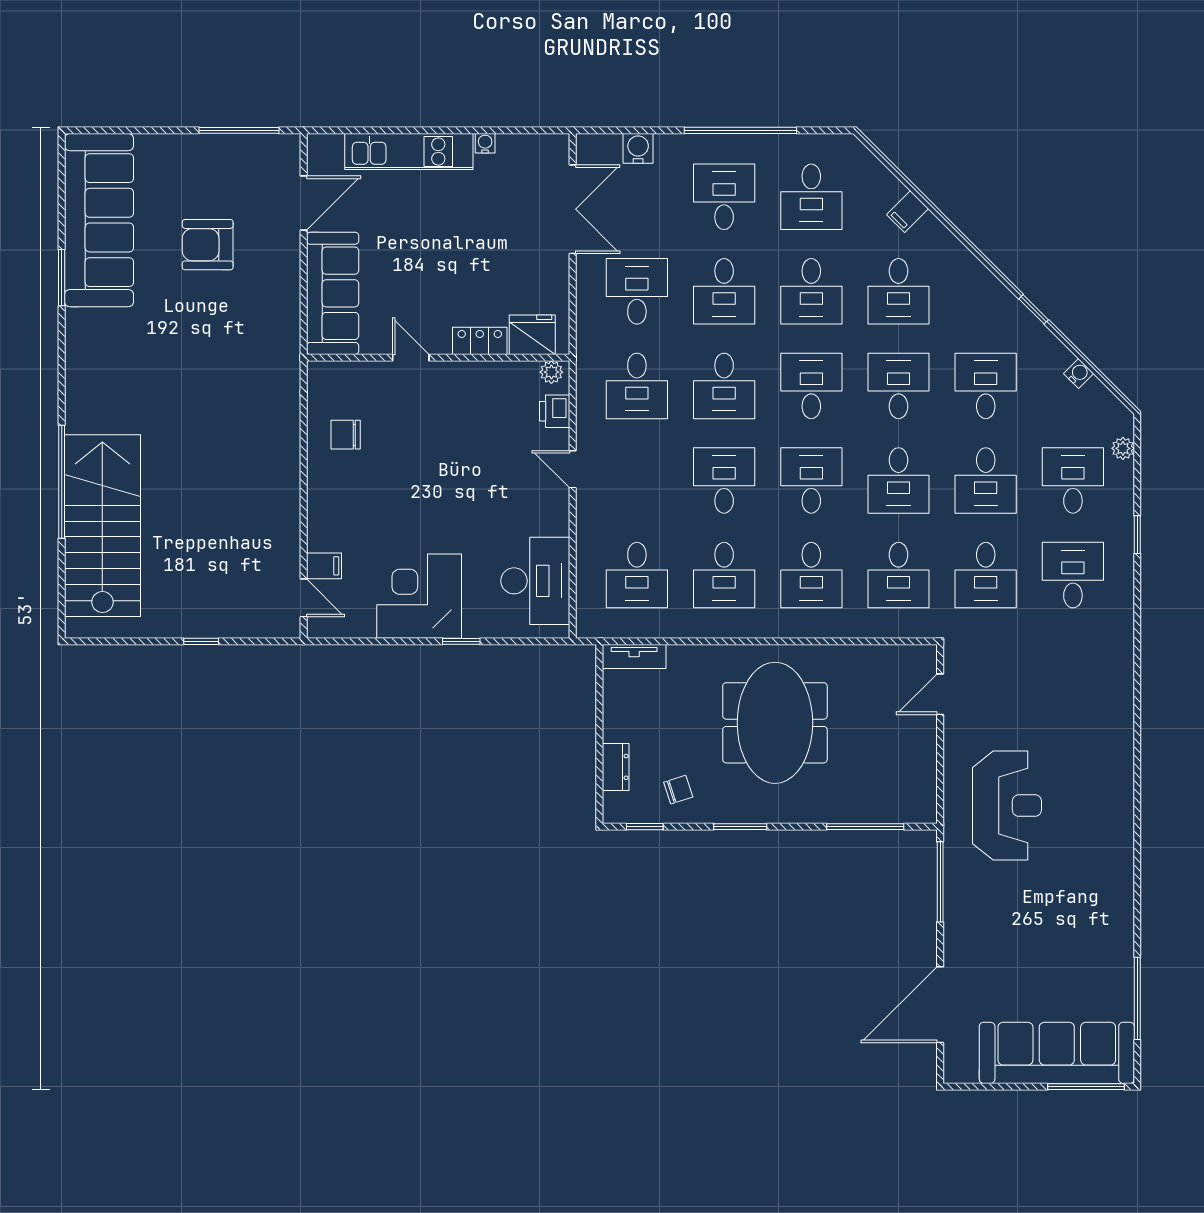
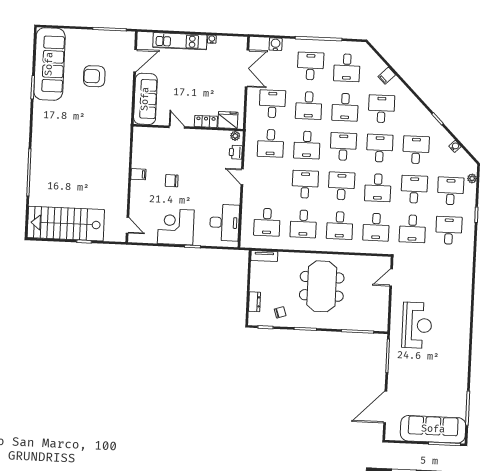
desk: (898, 291) -> (381, 109), turned 180
chair: (346, 435) -> (172, 181), moved
desk: (986, 480) -> (414, 189), turned 180
stairs: (102, 526) -> (66, 224), moved, turned -90
filing cabinet: (324, 566) -> (138, 174), moved

